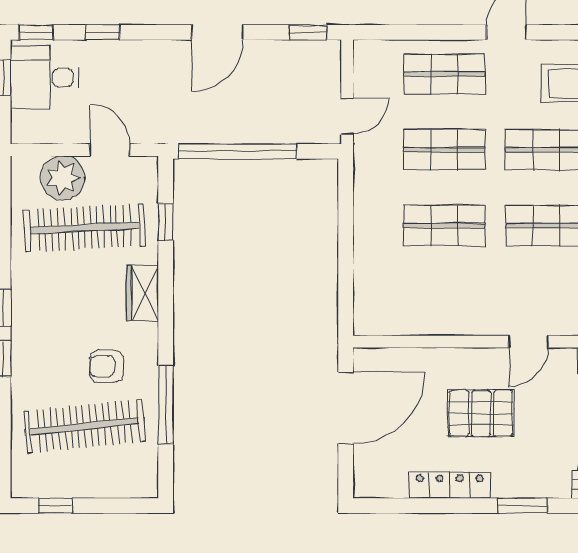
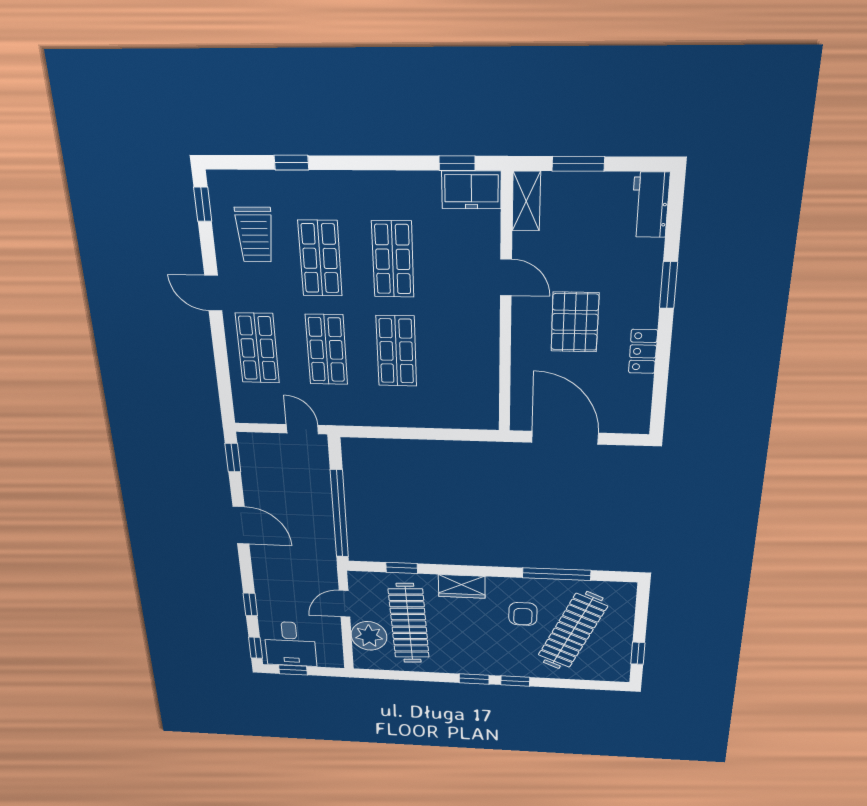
clothes rail: (84, 426) -> (573, 631), turned 30
locker: (450, 485) -> (643, 351), width x0.66

